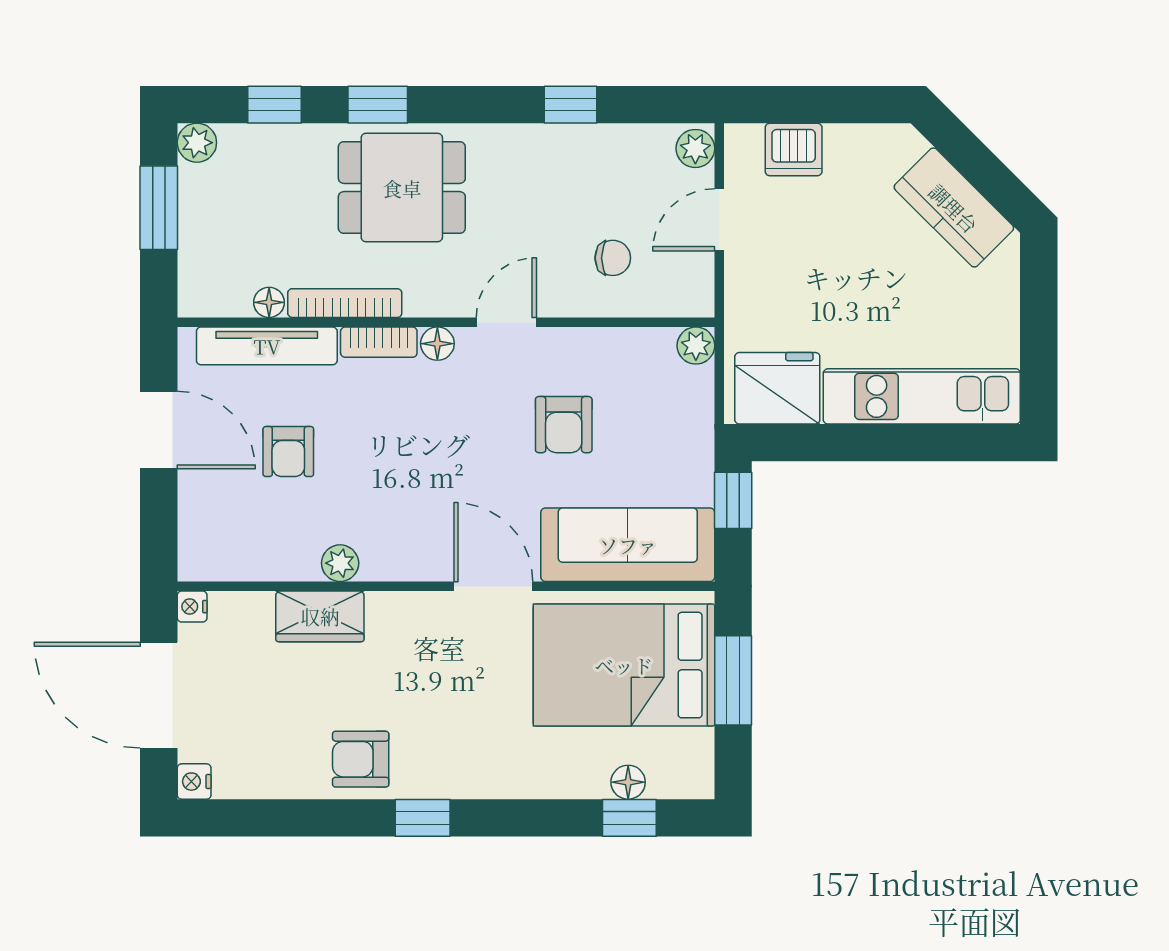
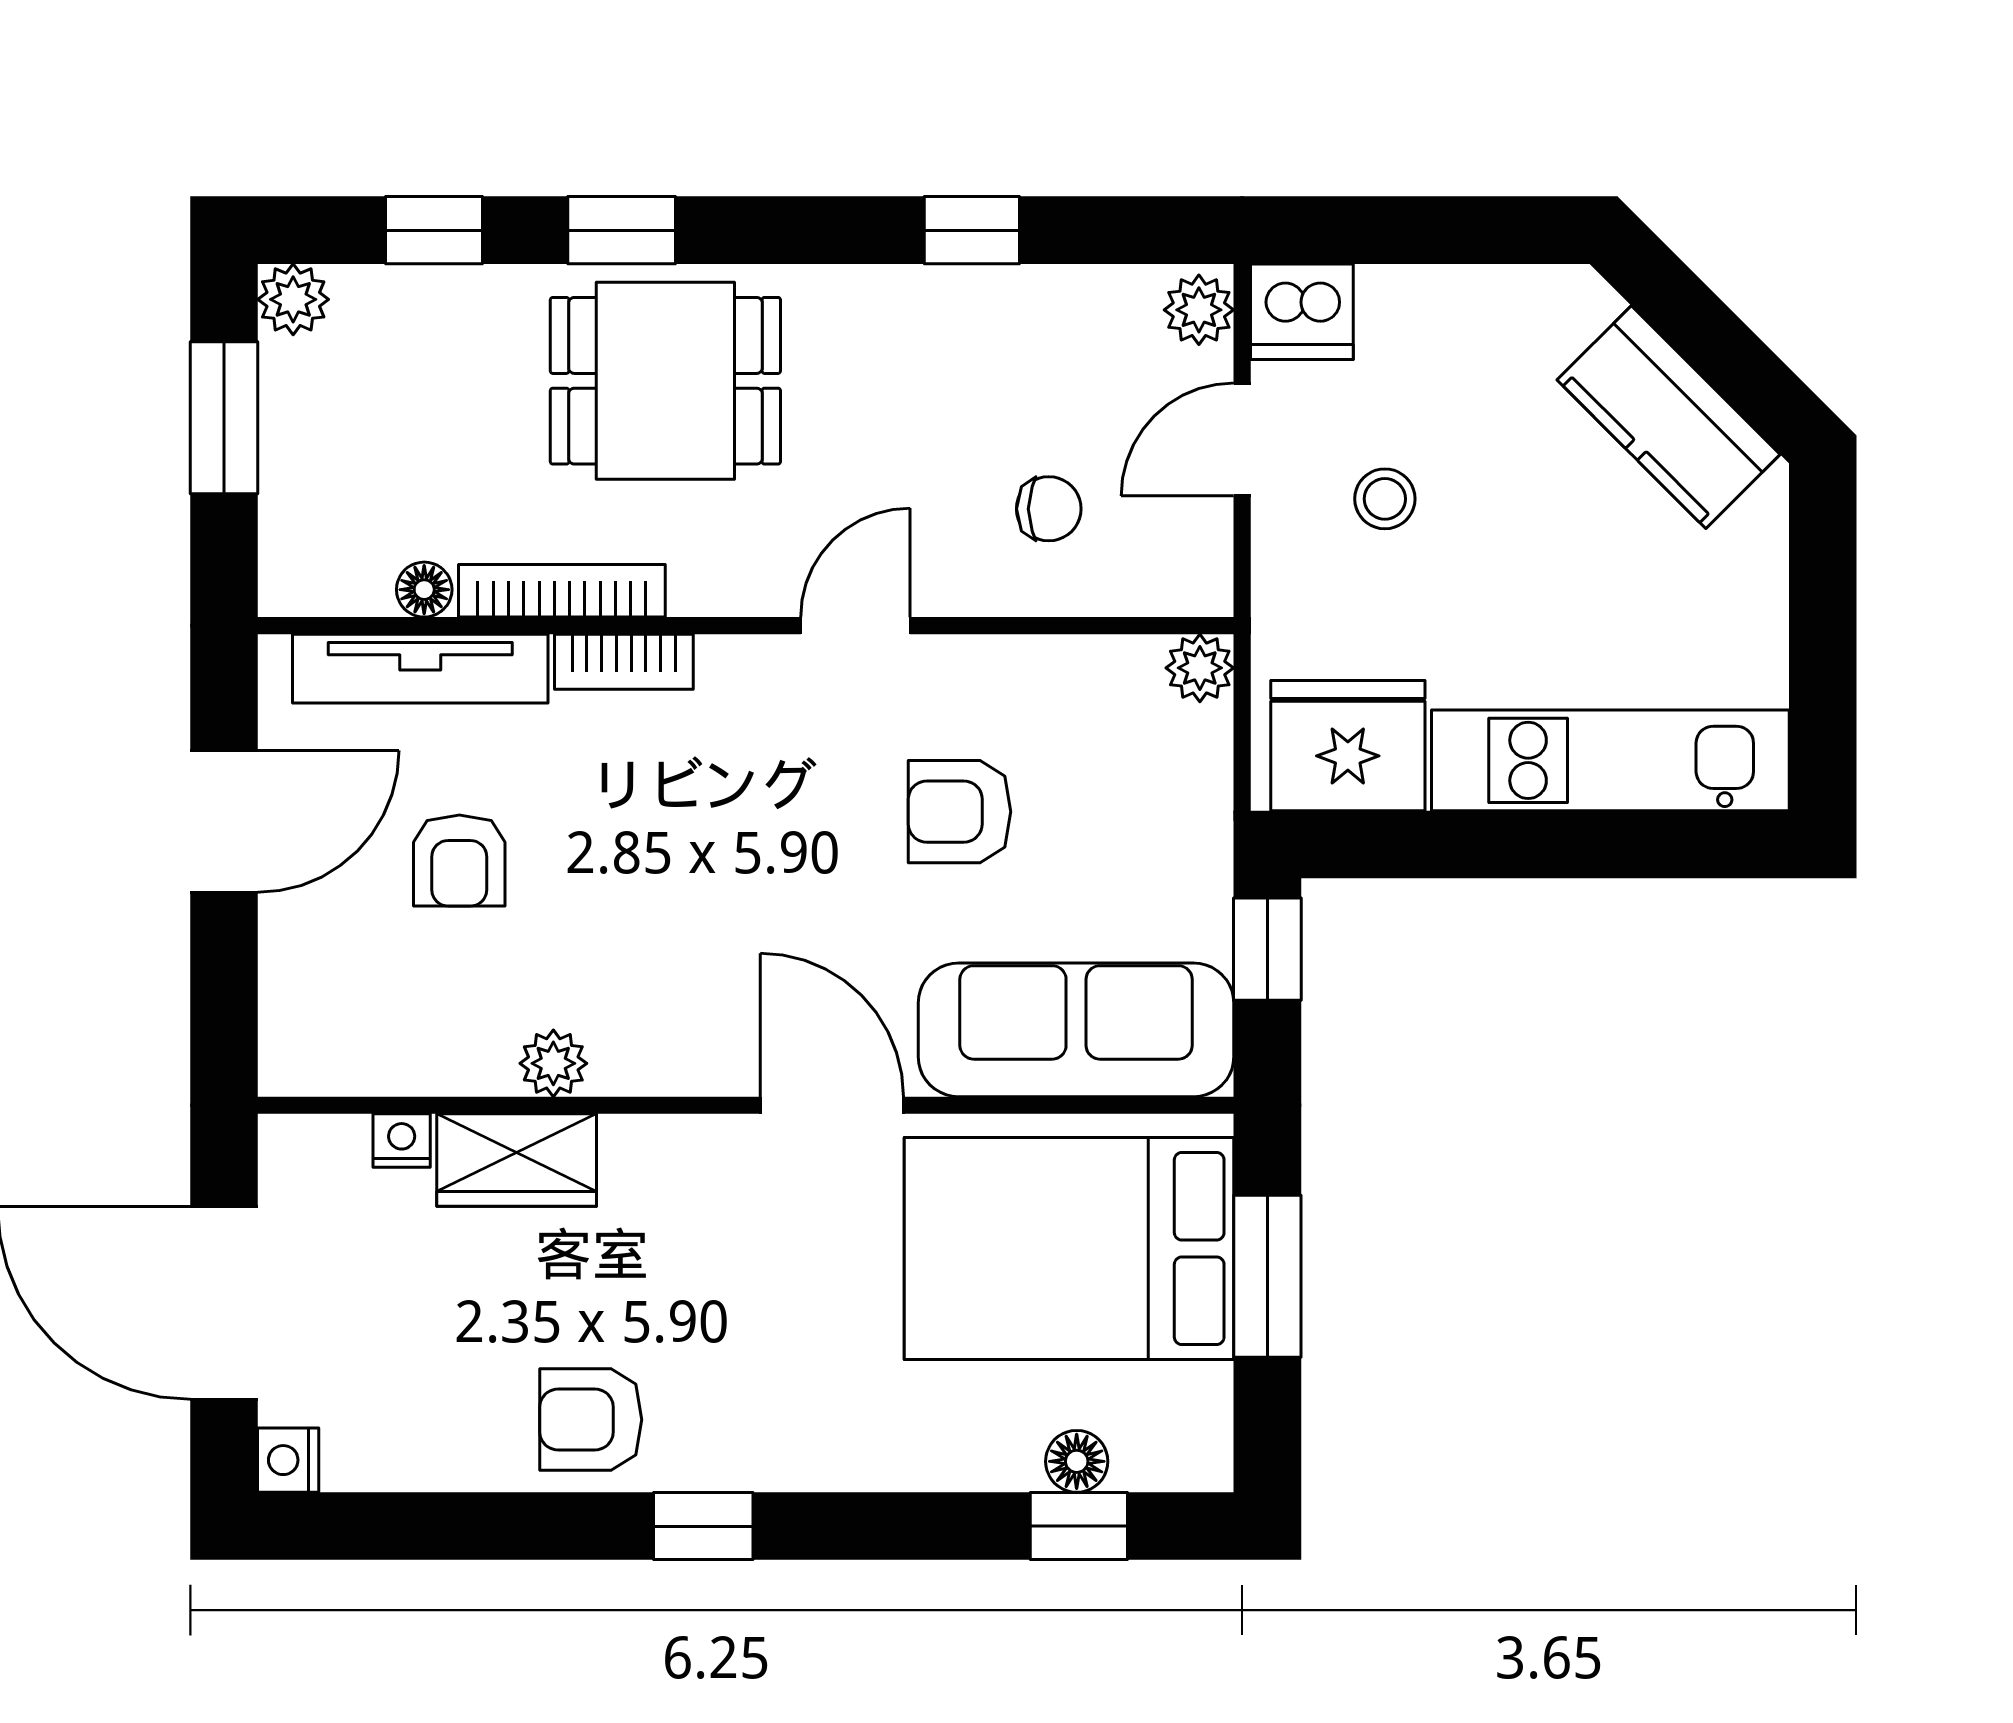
dishwasher: (794, 149) -> (1302, 312), moved
stool: (798, 252) -> (1385, 499), added
floor lamp: (437, 344) -> (730, 664), removed
armchair: (564, 425) -> (960, 812), turned 90
door: (159, 430) -> (224, 821), hinge flipped
nightstand: (192, 607) -> (402, 1141), moved, turned 90

